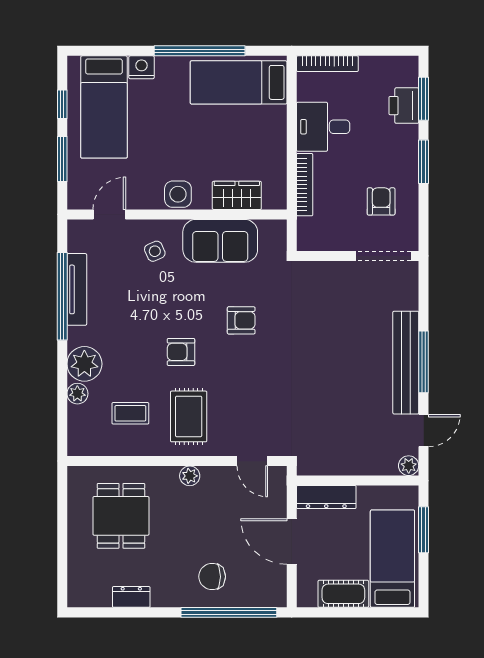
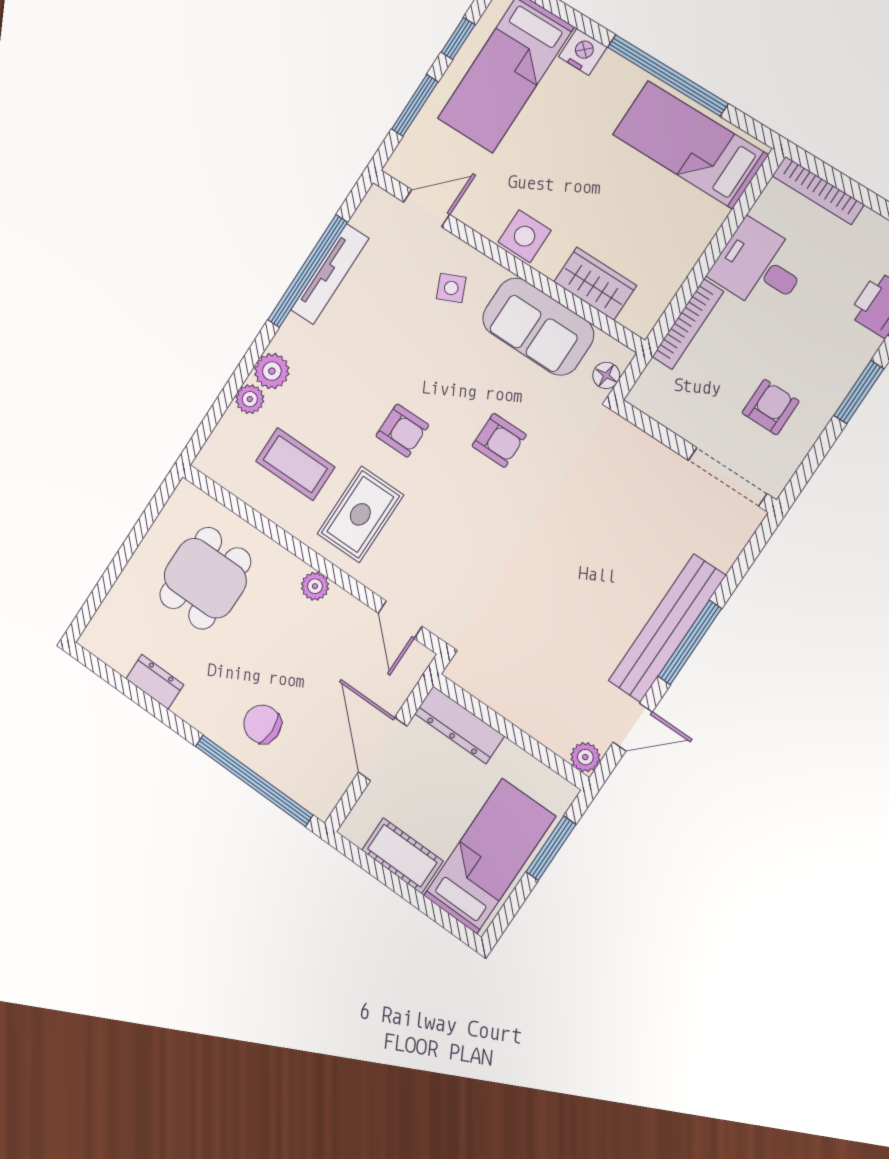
floor lamp: (278, 243) -> (606, 375), added
armchair: (181, 352) -> (402, 431), turned 180
plant: (84, 364) -> (272, 371), width x0.73, depth x0.73
coffee table: (130, 413) -> (295, 464), width x1.36, depth x1.30

